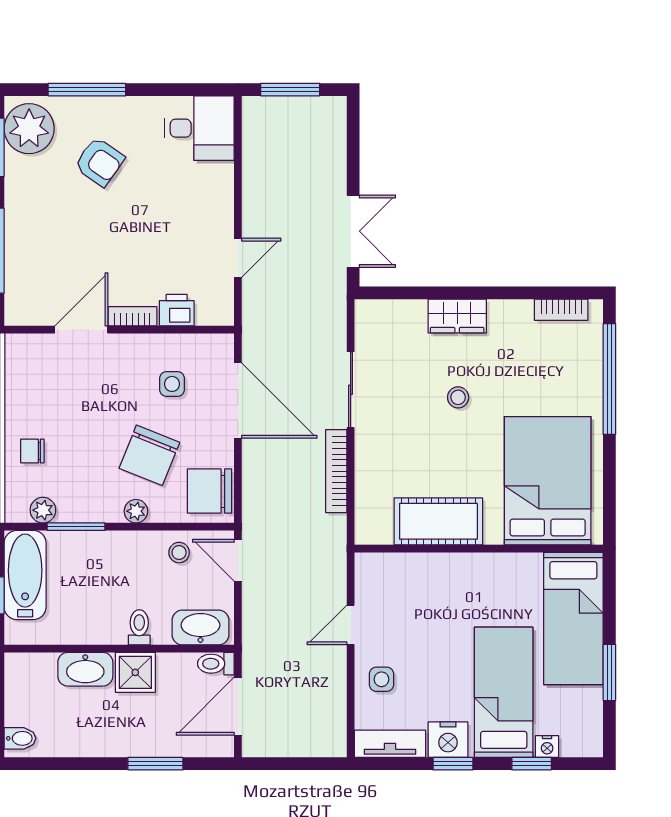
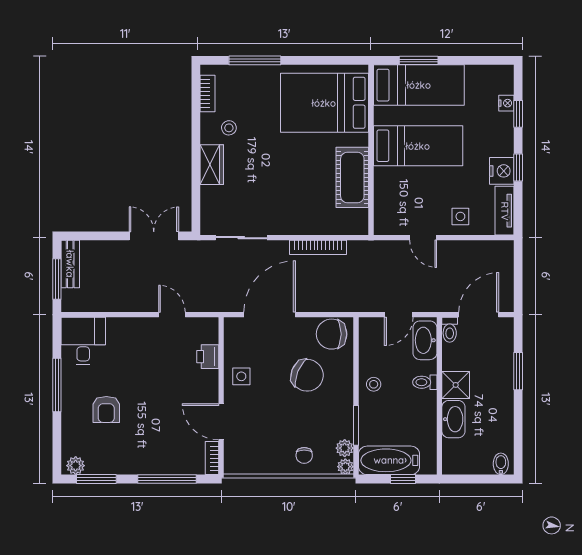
window: (87, 90) -> (57, 385), moved
bench: (312, 109) -> (70, 264), added
plant: (29, 129) -> (76, 466), width x0.53, depth x0.53
armchair: (99, 162) -> (106, 409), turned 145
bookcase: (132, 316) -> (212, 458), moved
window: (609, 379) -> (255, 60), width x0.68
side table: (172, 384) -> (241, 376), moved
sliding door: (351, 390) -> (241, 238), moved
stool: (458, 397) -> (229, 128), moved
chair: (210, 491) -> (332, 334), turned 90
plant: (136, 511) -> (345, 467), moved
stool: (179, 553) -> (374, 384), moved
door: (238, 560) -> (399, 315), moved
window: (609, 672) -> (419, 60), moved
bed: (504, 692) -> (418, 146), moved, turned 180
door: (238, 706) -> (479, 315), swing flipped

